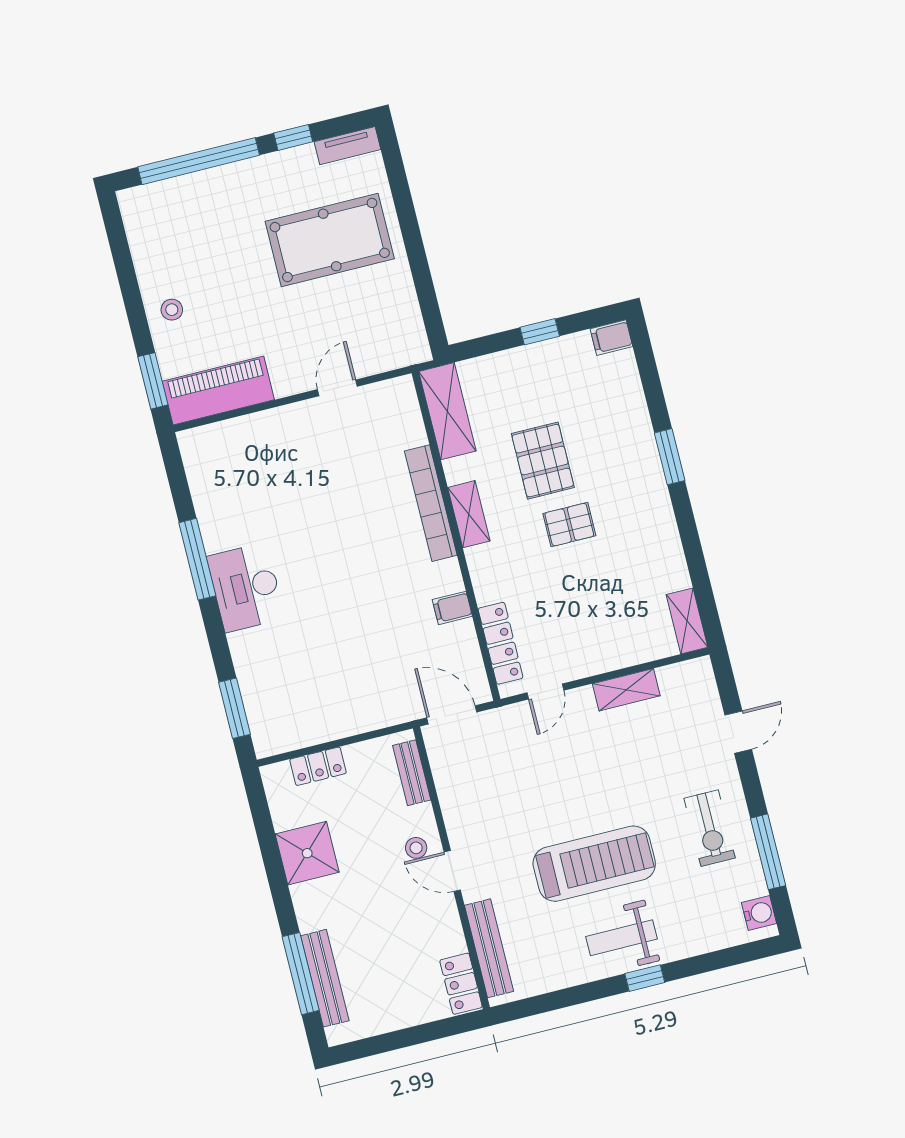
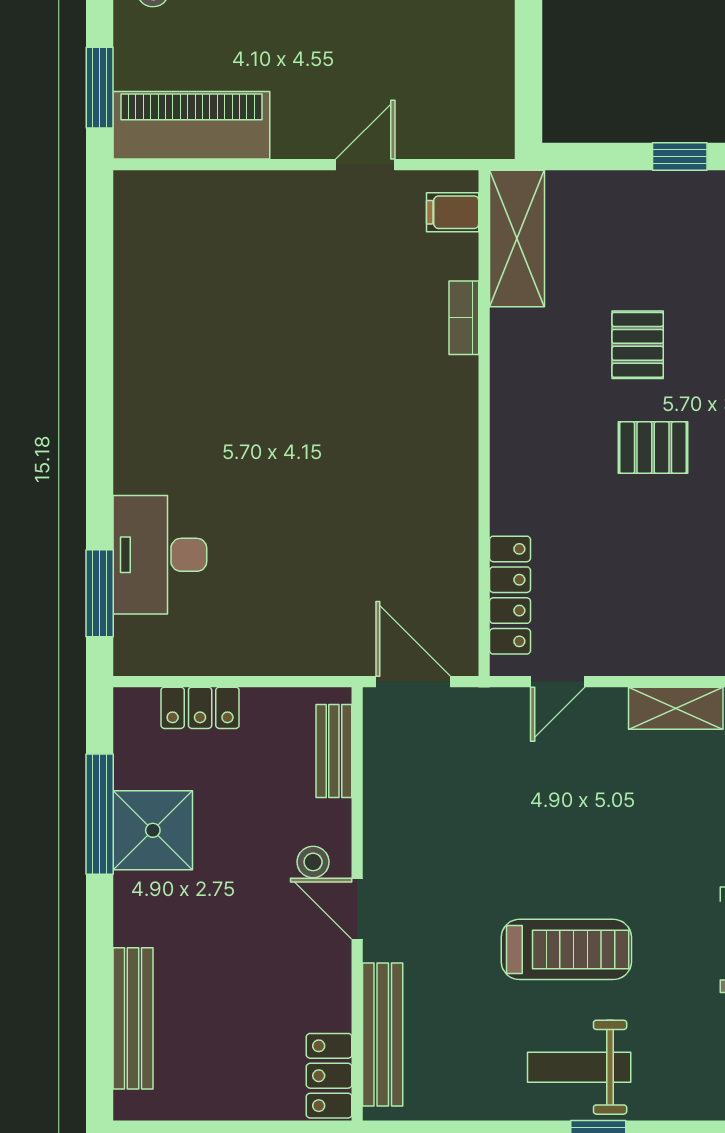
pallet: (543, 461) -> (638, 345), width x0.67, depth x0.71
bookcase: (431, 503) -> (464, 318), width x0.43, depth x0.76
shelving: (469, 514) -> (511, 396), removed
window: (197, 559) -> (100, 363), removed
desk: (246, 587) -> (160, 555), moved
filing cabinet: (452, 608) -> (453, 212), moved
treadmill: (594, 864) -> (566, 949), width x0.73, depth x0.73
window: (301, 974) -> (100, 814), moved

